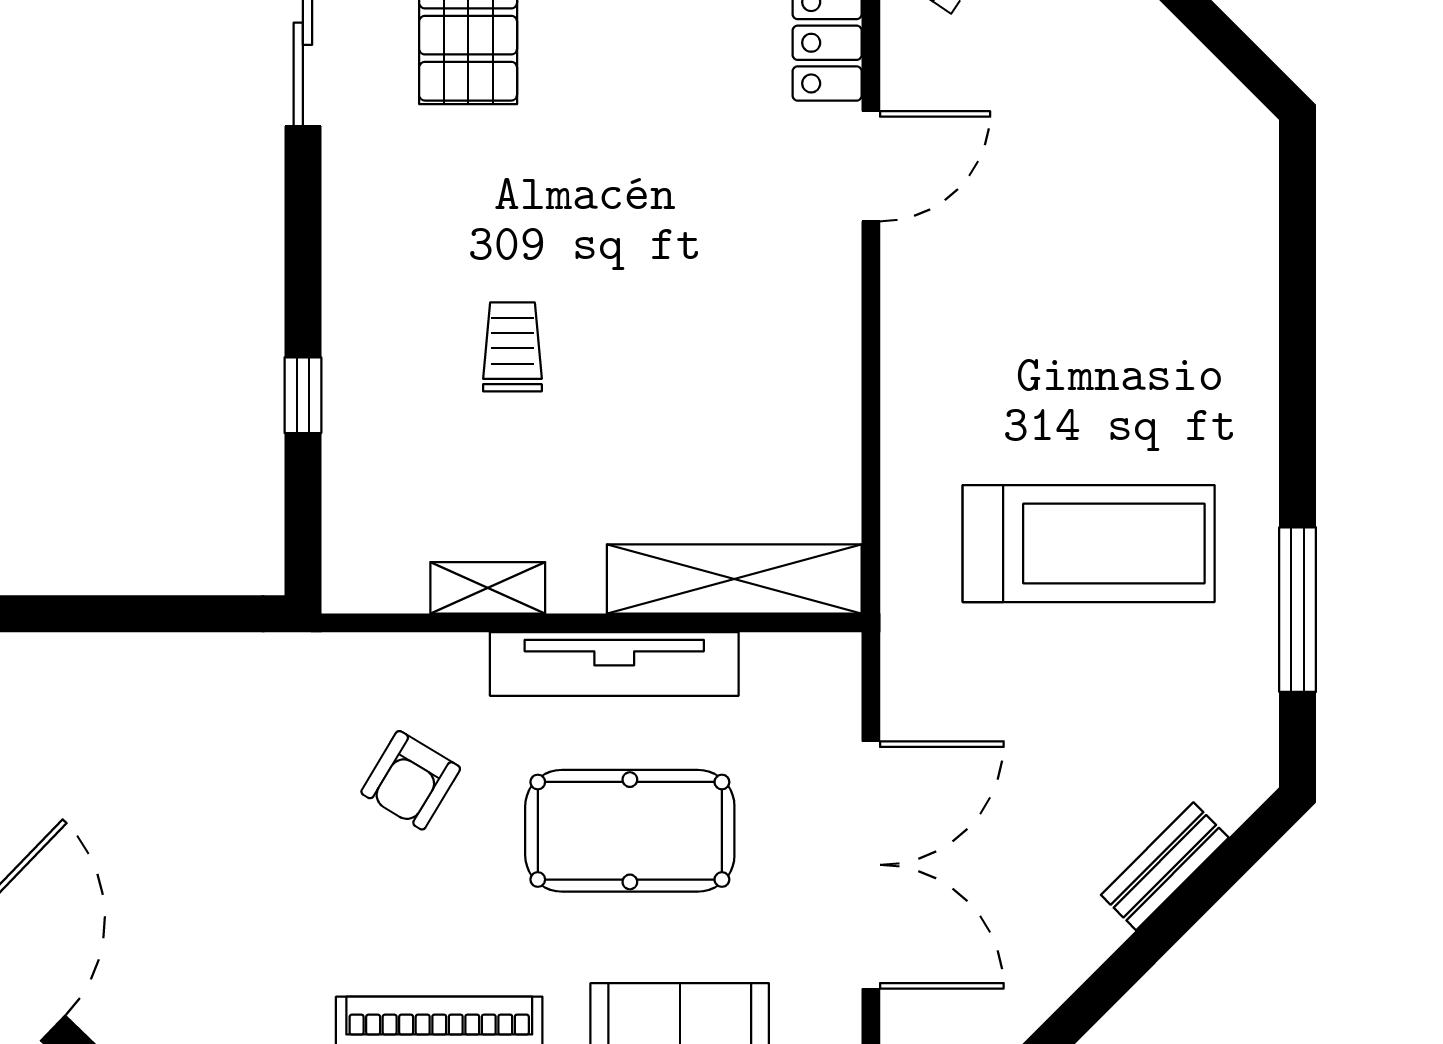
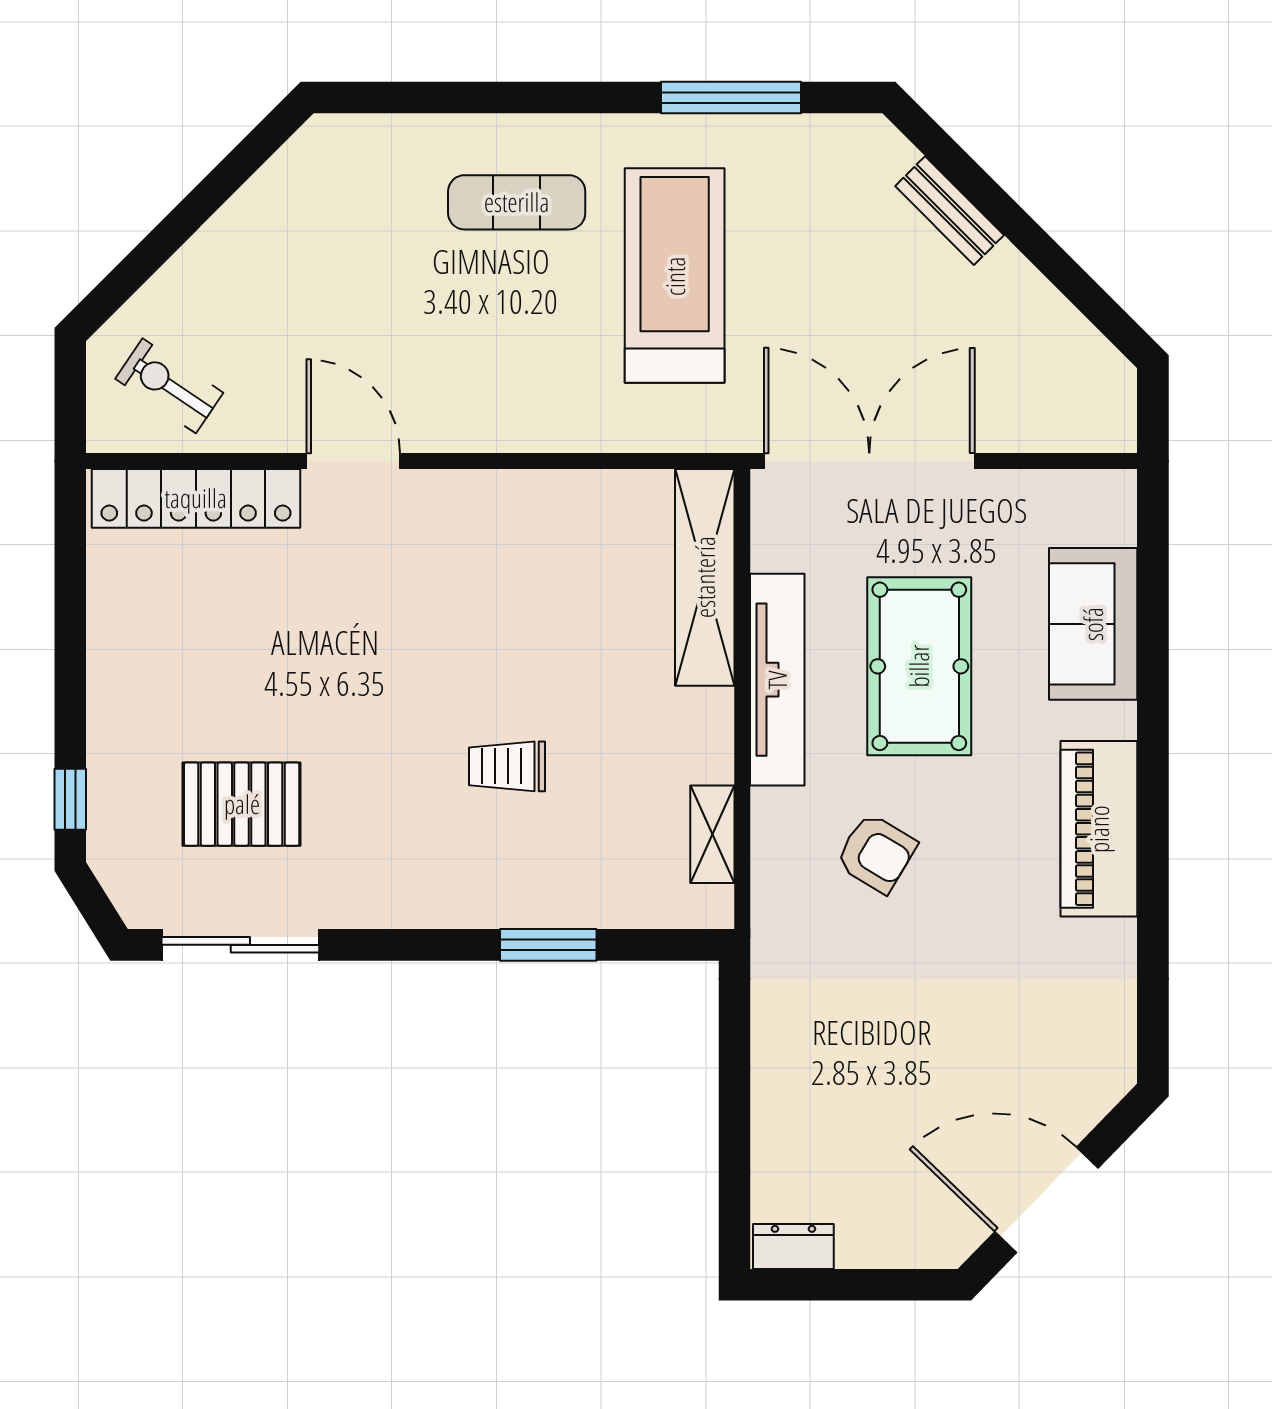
exercise mat: (1175, 358) -> (517, 202), added
window: (303, 395) -> (548, 945), width x1.50
shelving: (488, 588) -> (712, 834), moved
double door: (871, 865) -> (869, 461), moved

